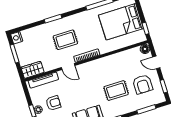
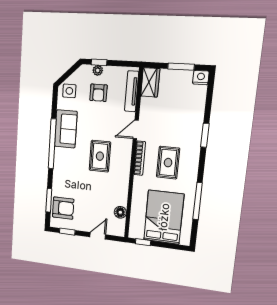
rug: (65, 40) -> (168, 163), moved
floor lamp: (145, 49) -> (120, 212), moved
armchair: (143, 84) -> (63, 208), moved, turned 180
rug: (116, 91) -> (100, 156), moved

